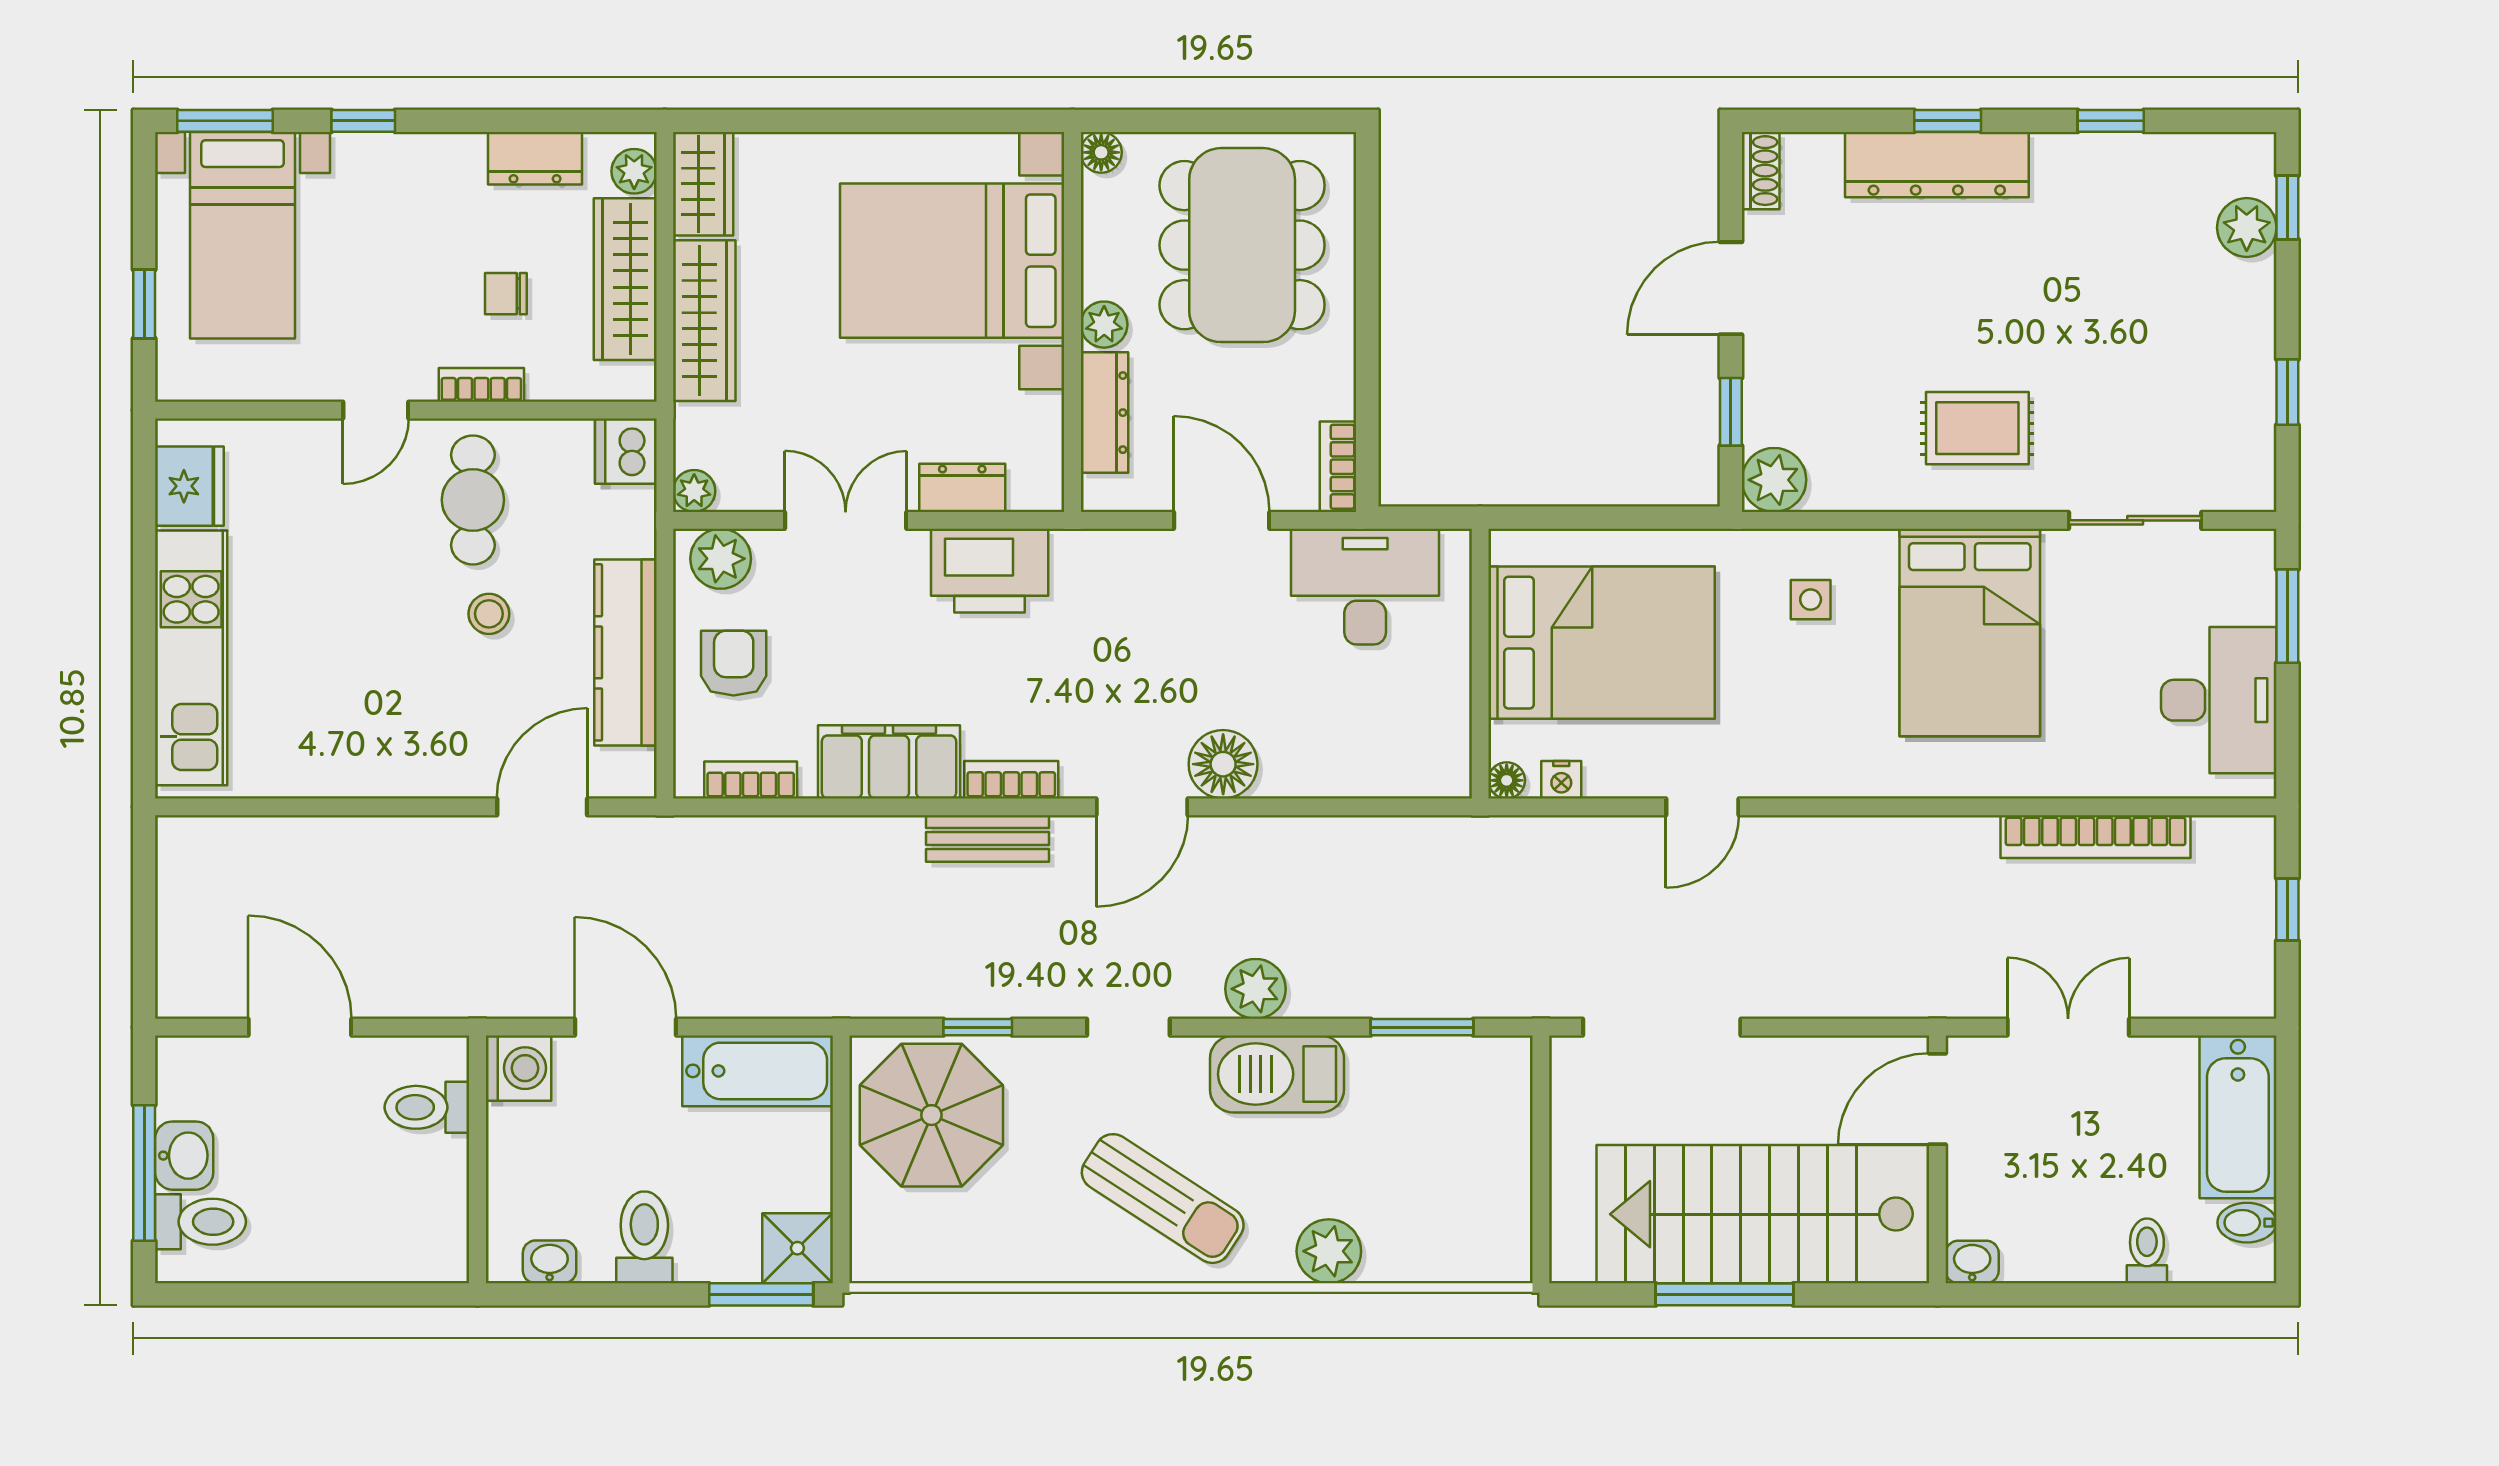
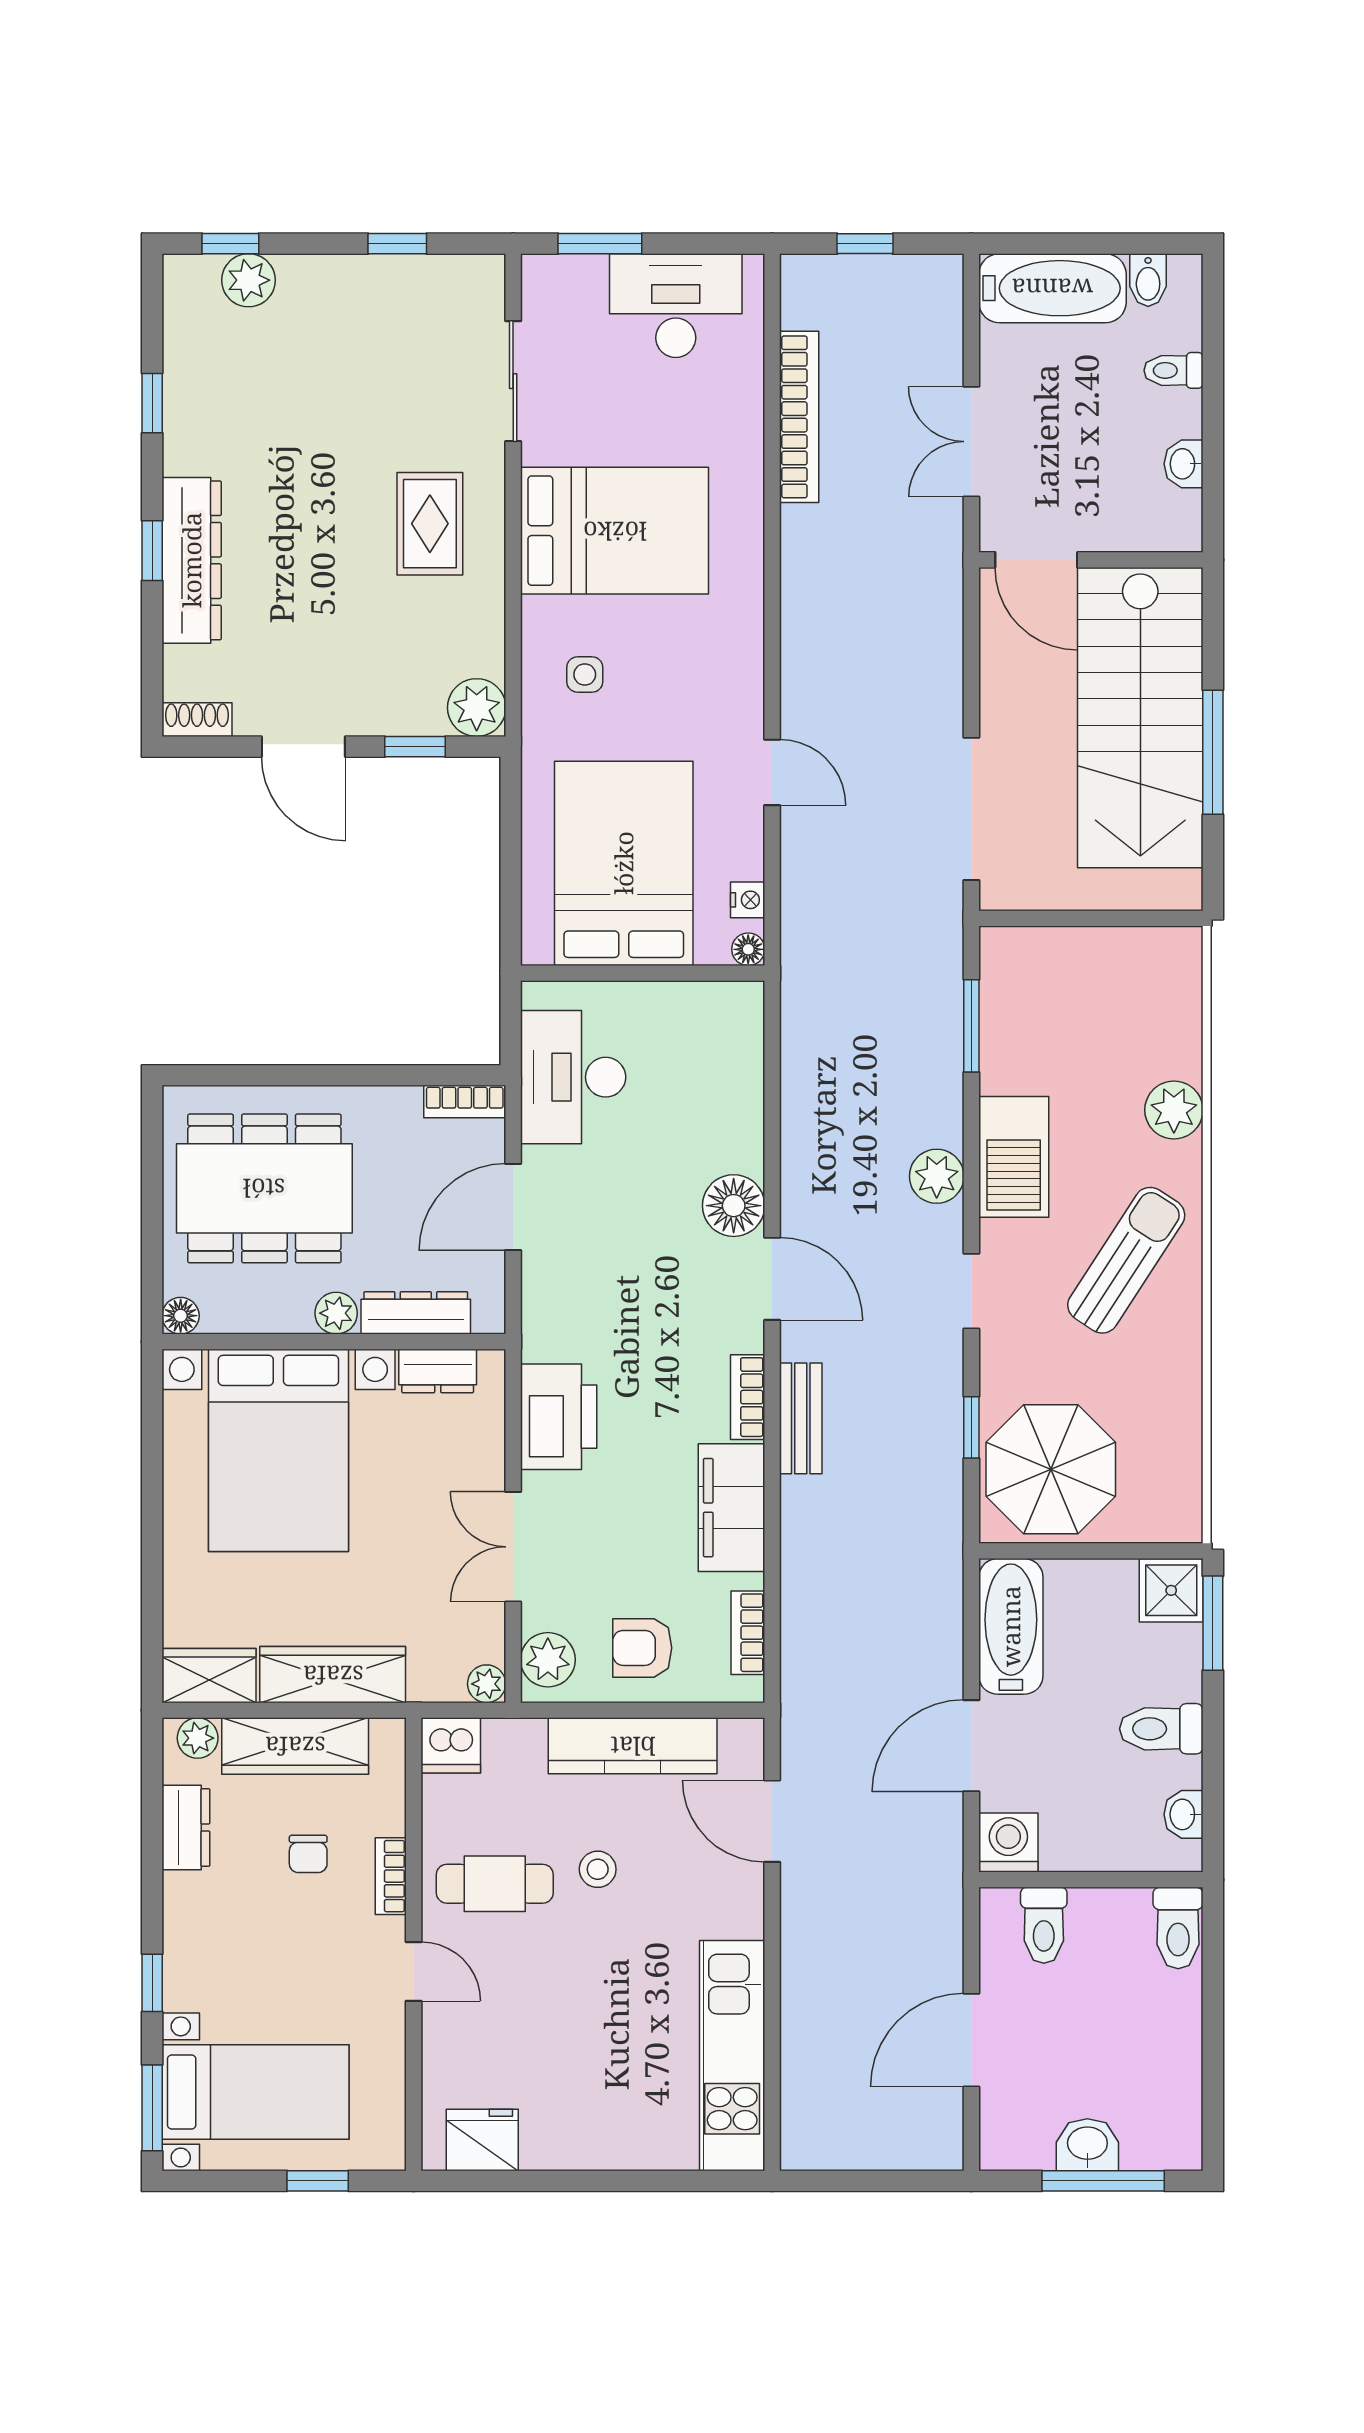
dresser: (962, 488) -> (438, 1371), moved, turned -90
kitchen unit: (191, 658) -> (732, 2056), moved, turned -90
toilet: (200, 1222) -> (1178, 1928), moved, turned 180
washbasin: (1972, 1262) -> (1184, 464), moved

